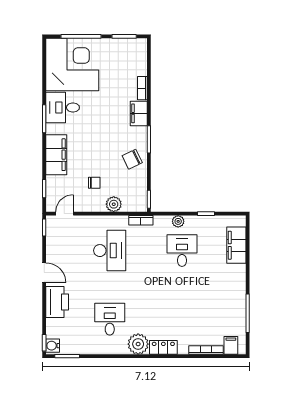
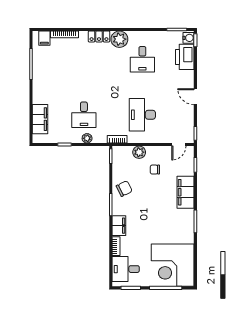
desk: (63, 108) -> (126, 269), moved, turned 180
printer: (57, 302) -> (185, 57), moved

